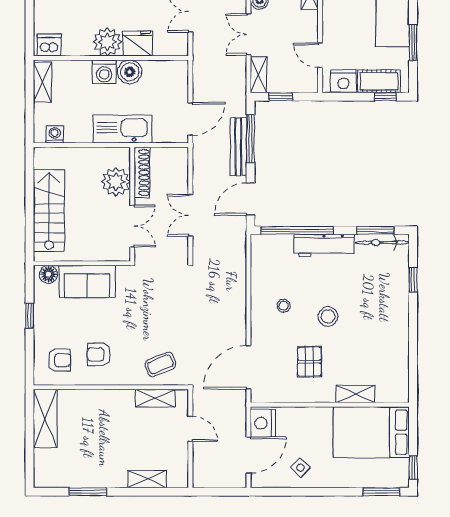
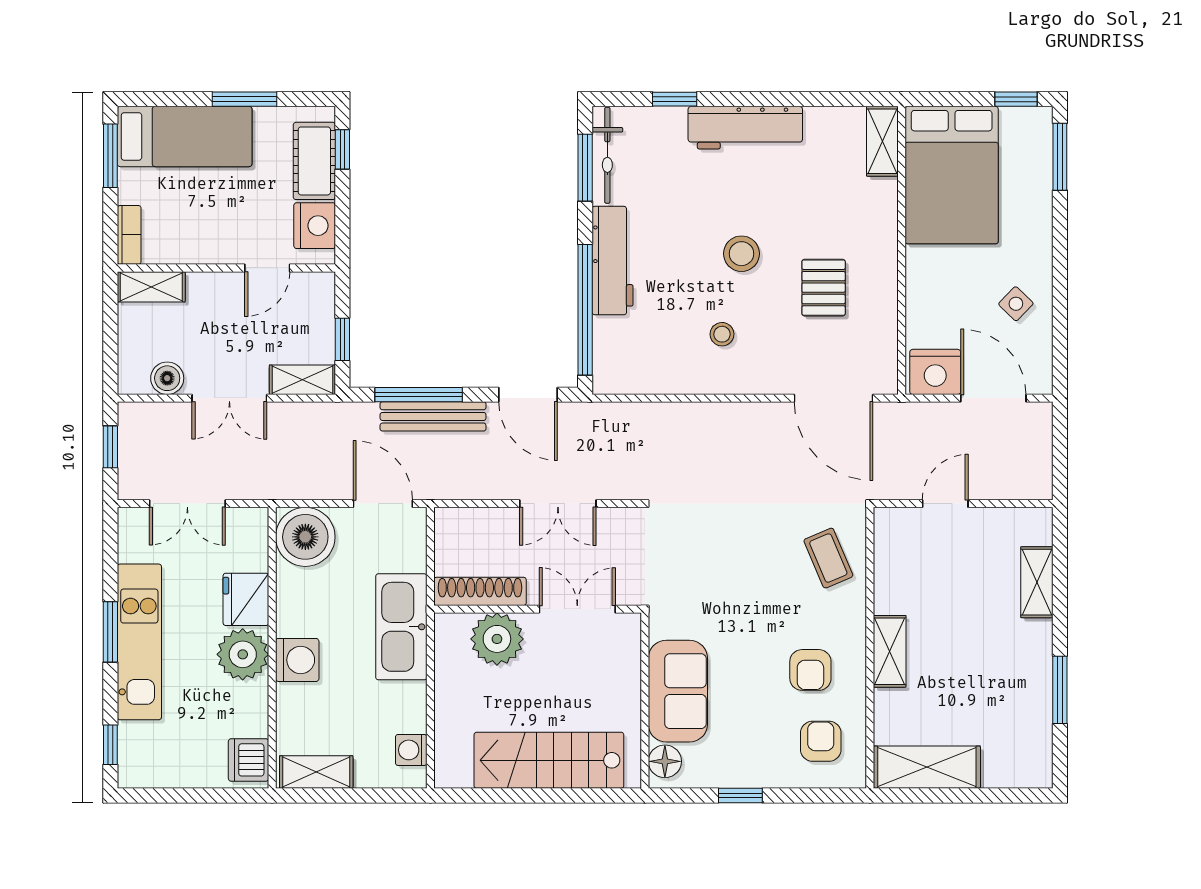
boiler: (130, 72) -> (305, 537), moved, width x1.37, depth x1.37
workbench: (397, 319) -> (745, 128), added
pallet: (309, 362) -> (824, 288), turned 90
shelving: (355, 394) -> (882, 141), moved
shelving: (155, 398) -> (890, 651), moved

